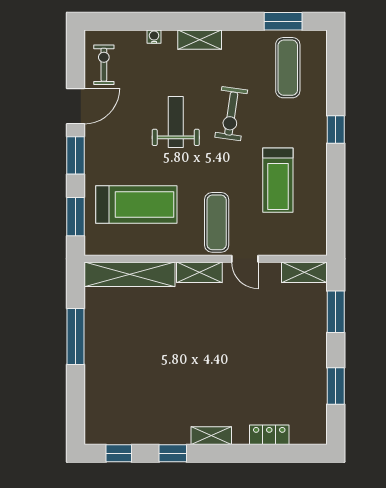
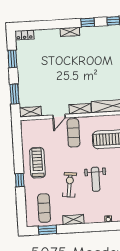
shelving: (200, 40) -> (73, 220), moved
treadmill: (278, 180) -> (37, 163), moved
door: (245, 259) -> (59, 116), swing flipped
locker: (269, 435) -> (24, 35), moved

